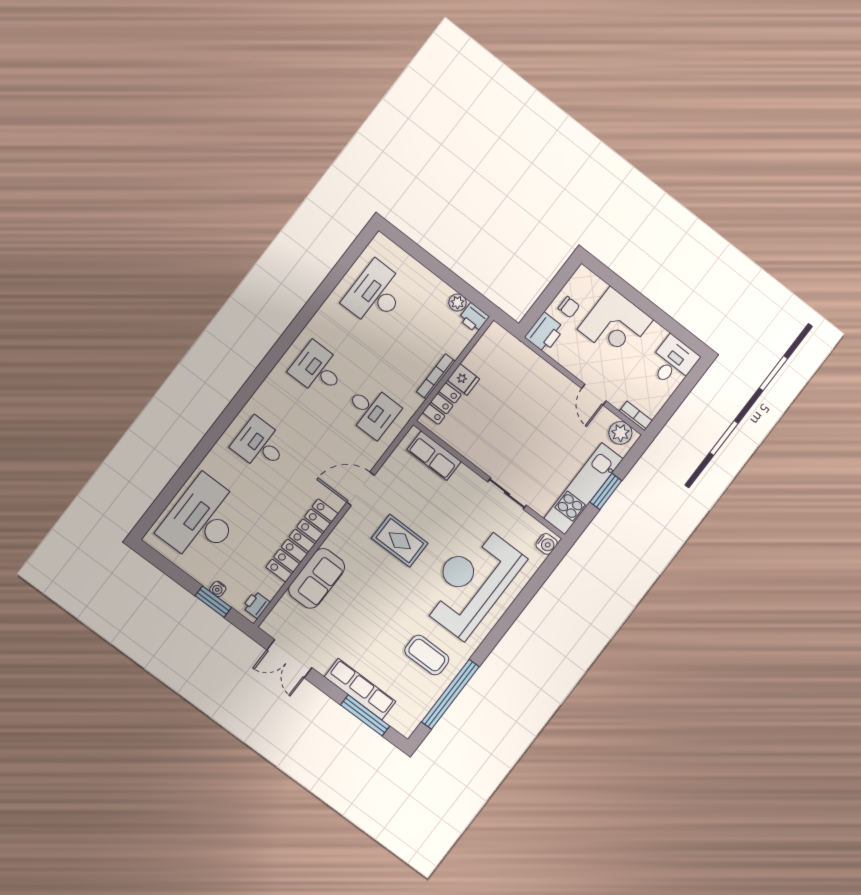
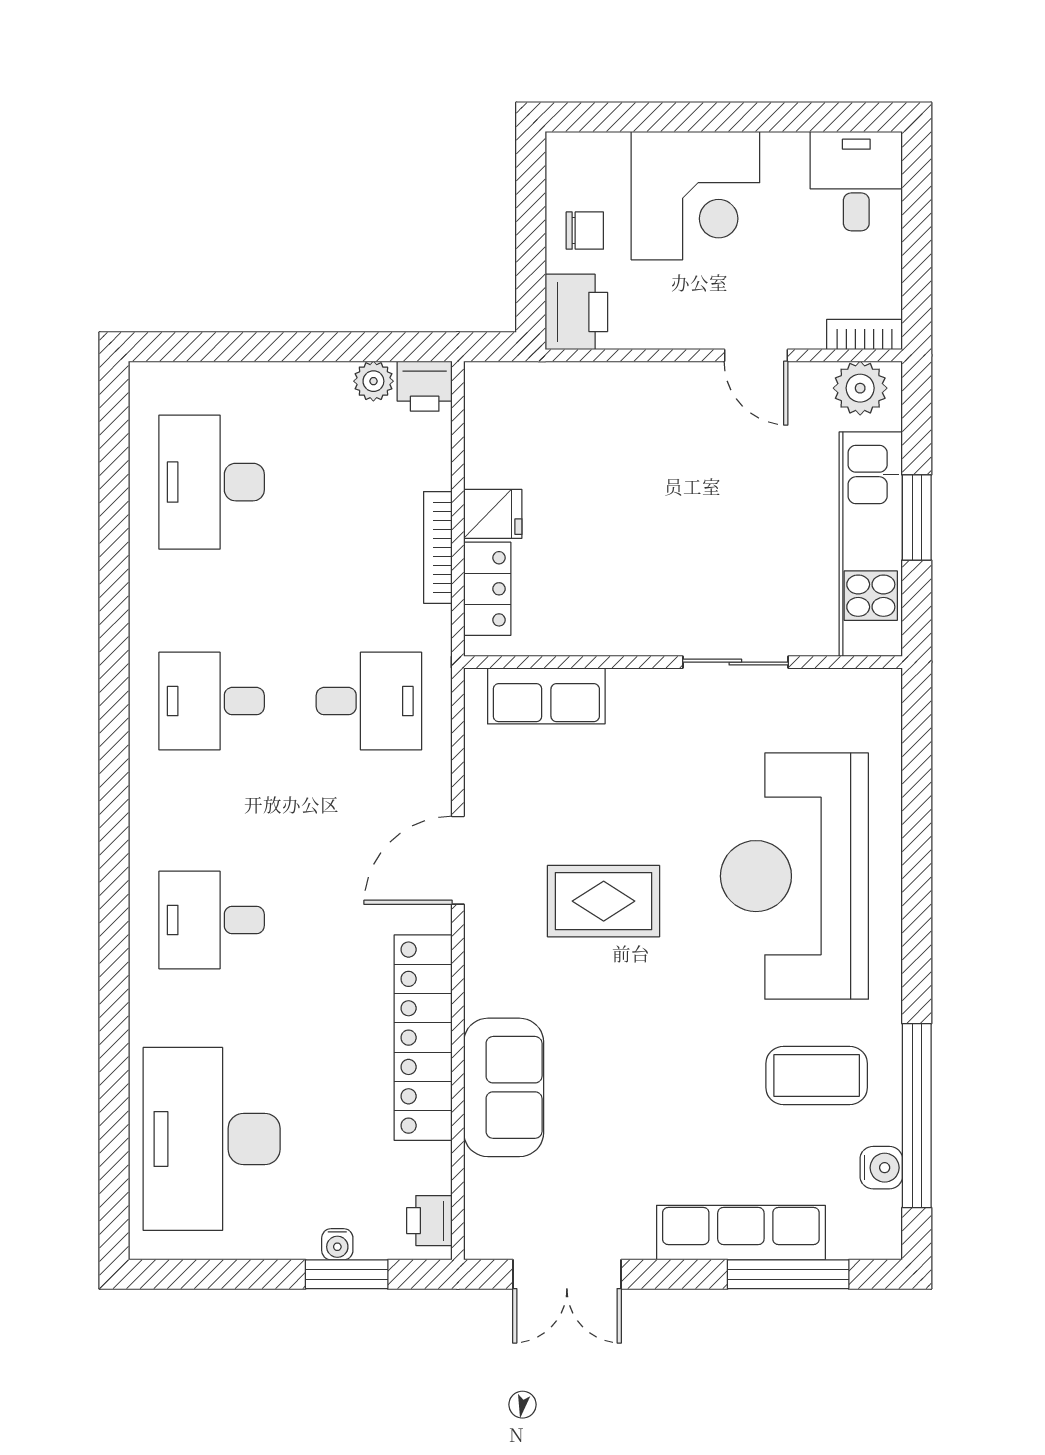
water cooler: (547, 544) -> (881, 1168), moved

